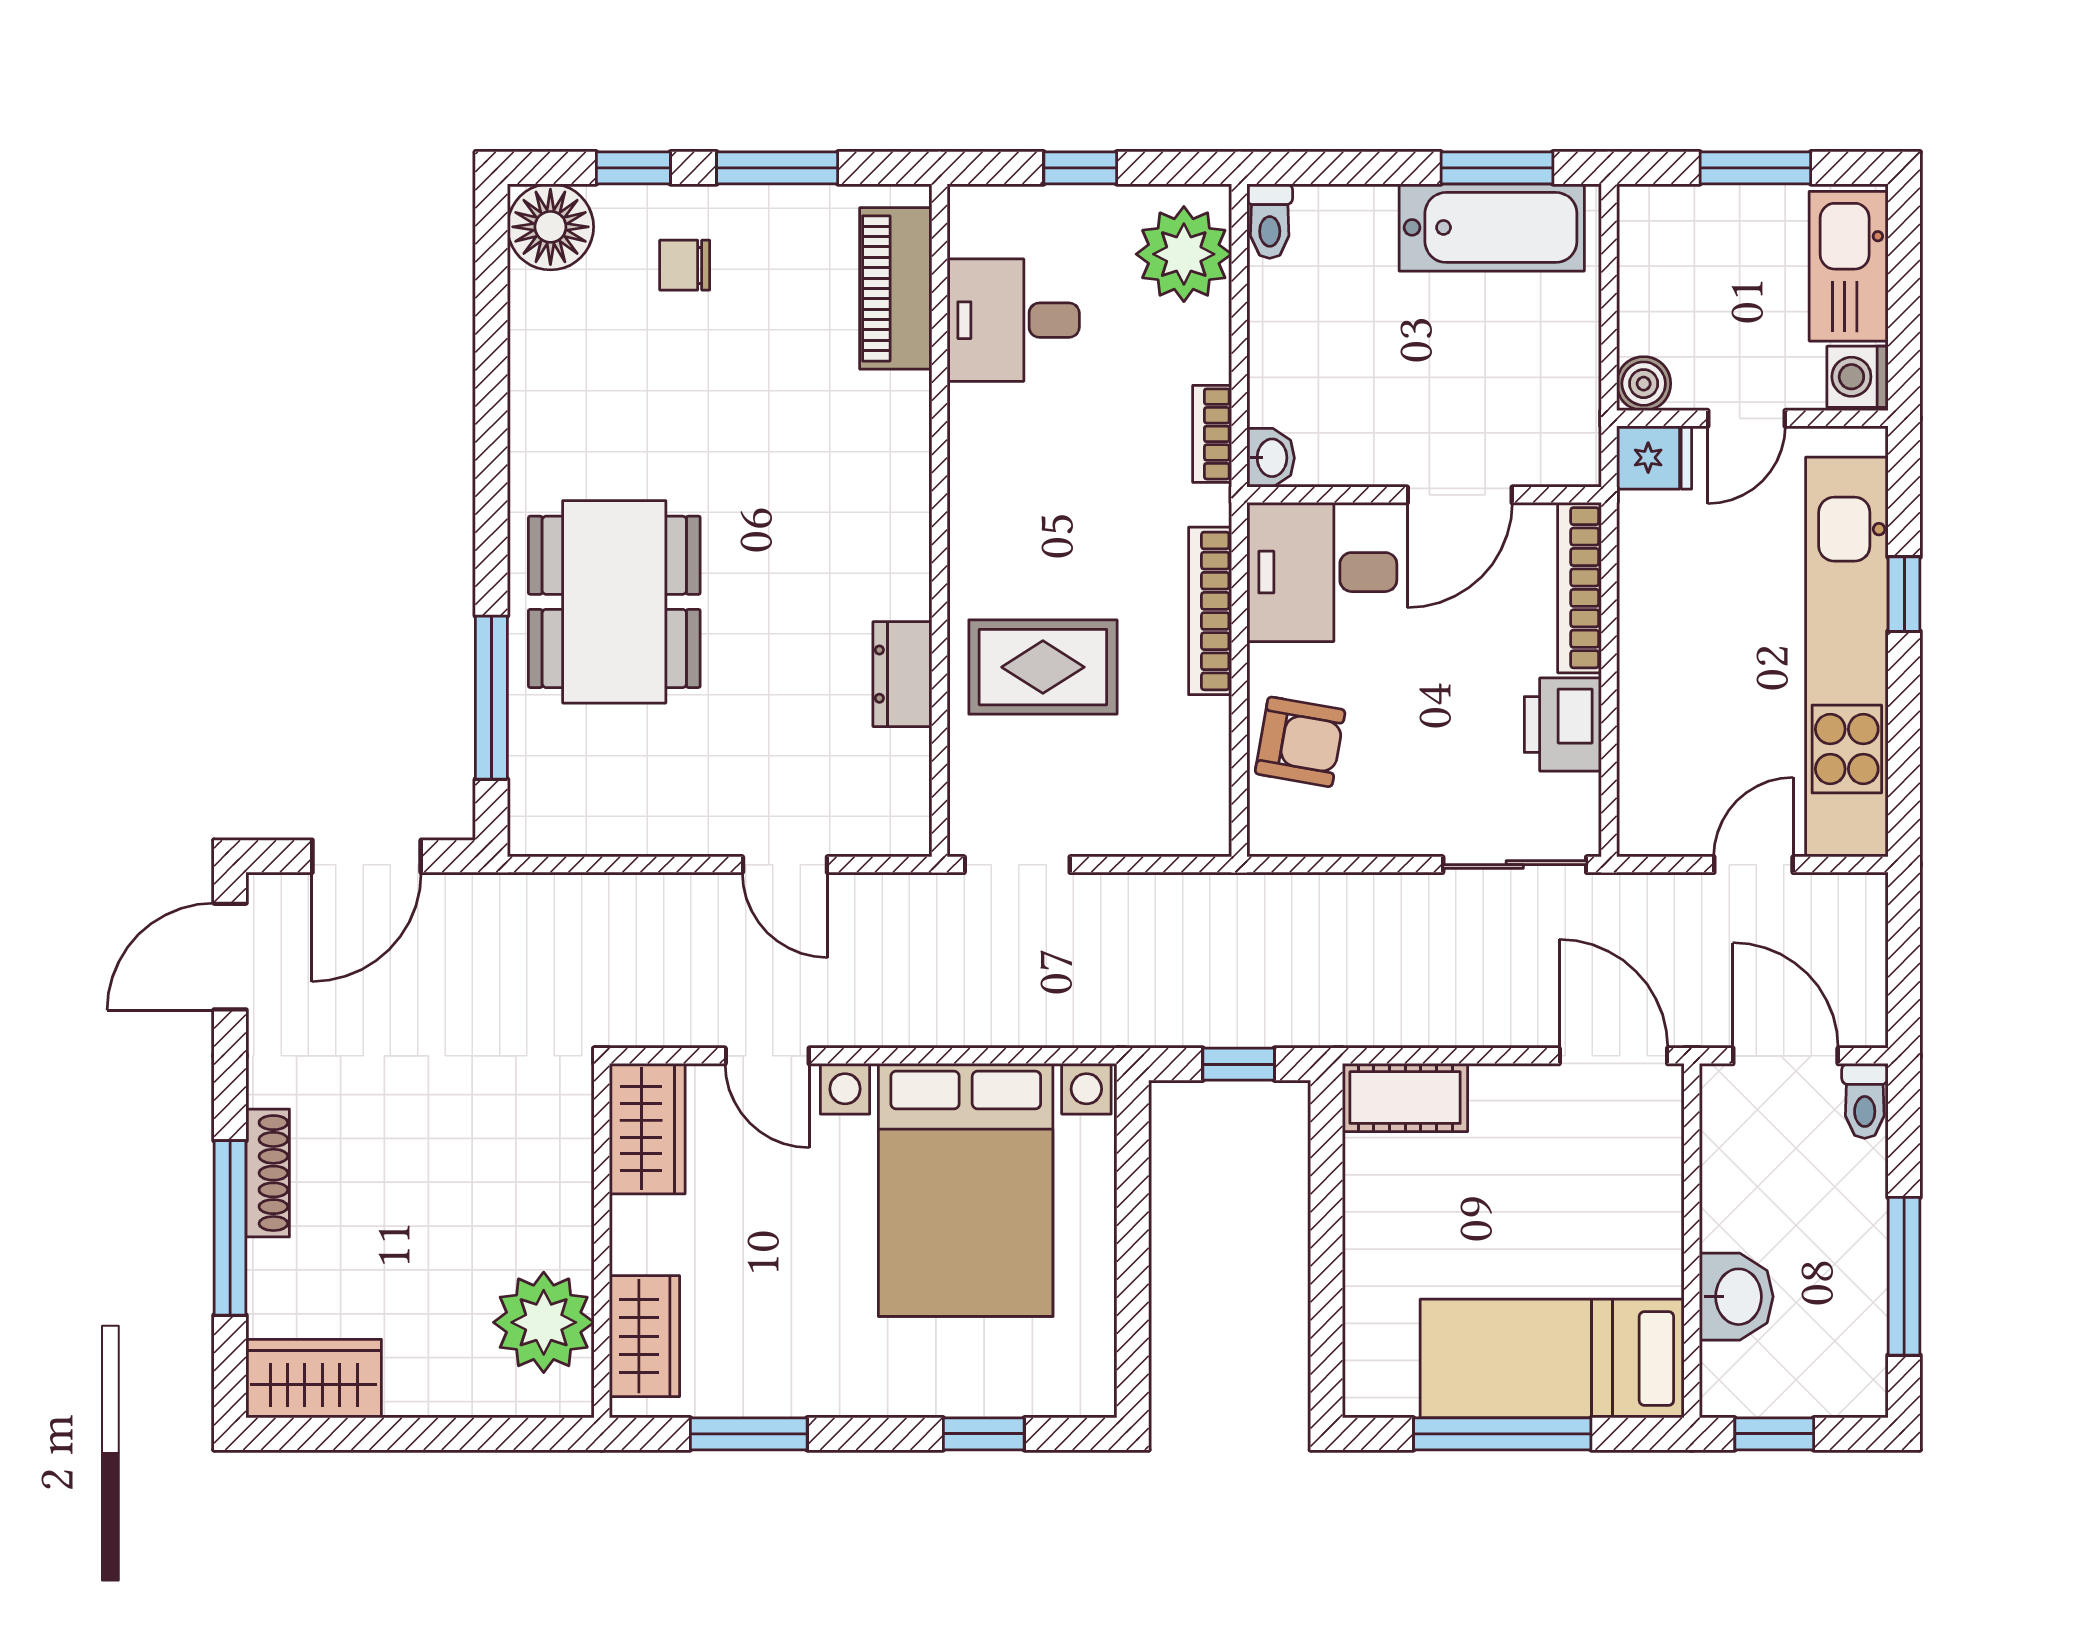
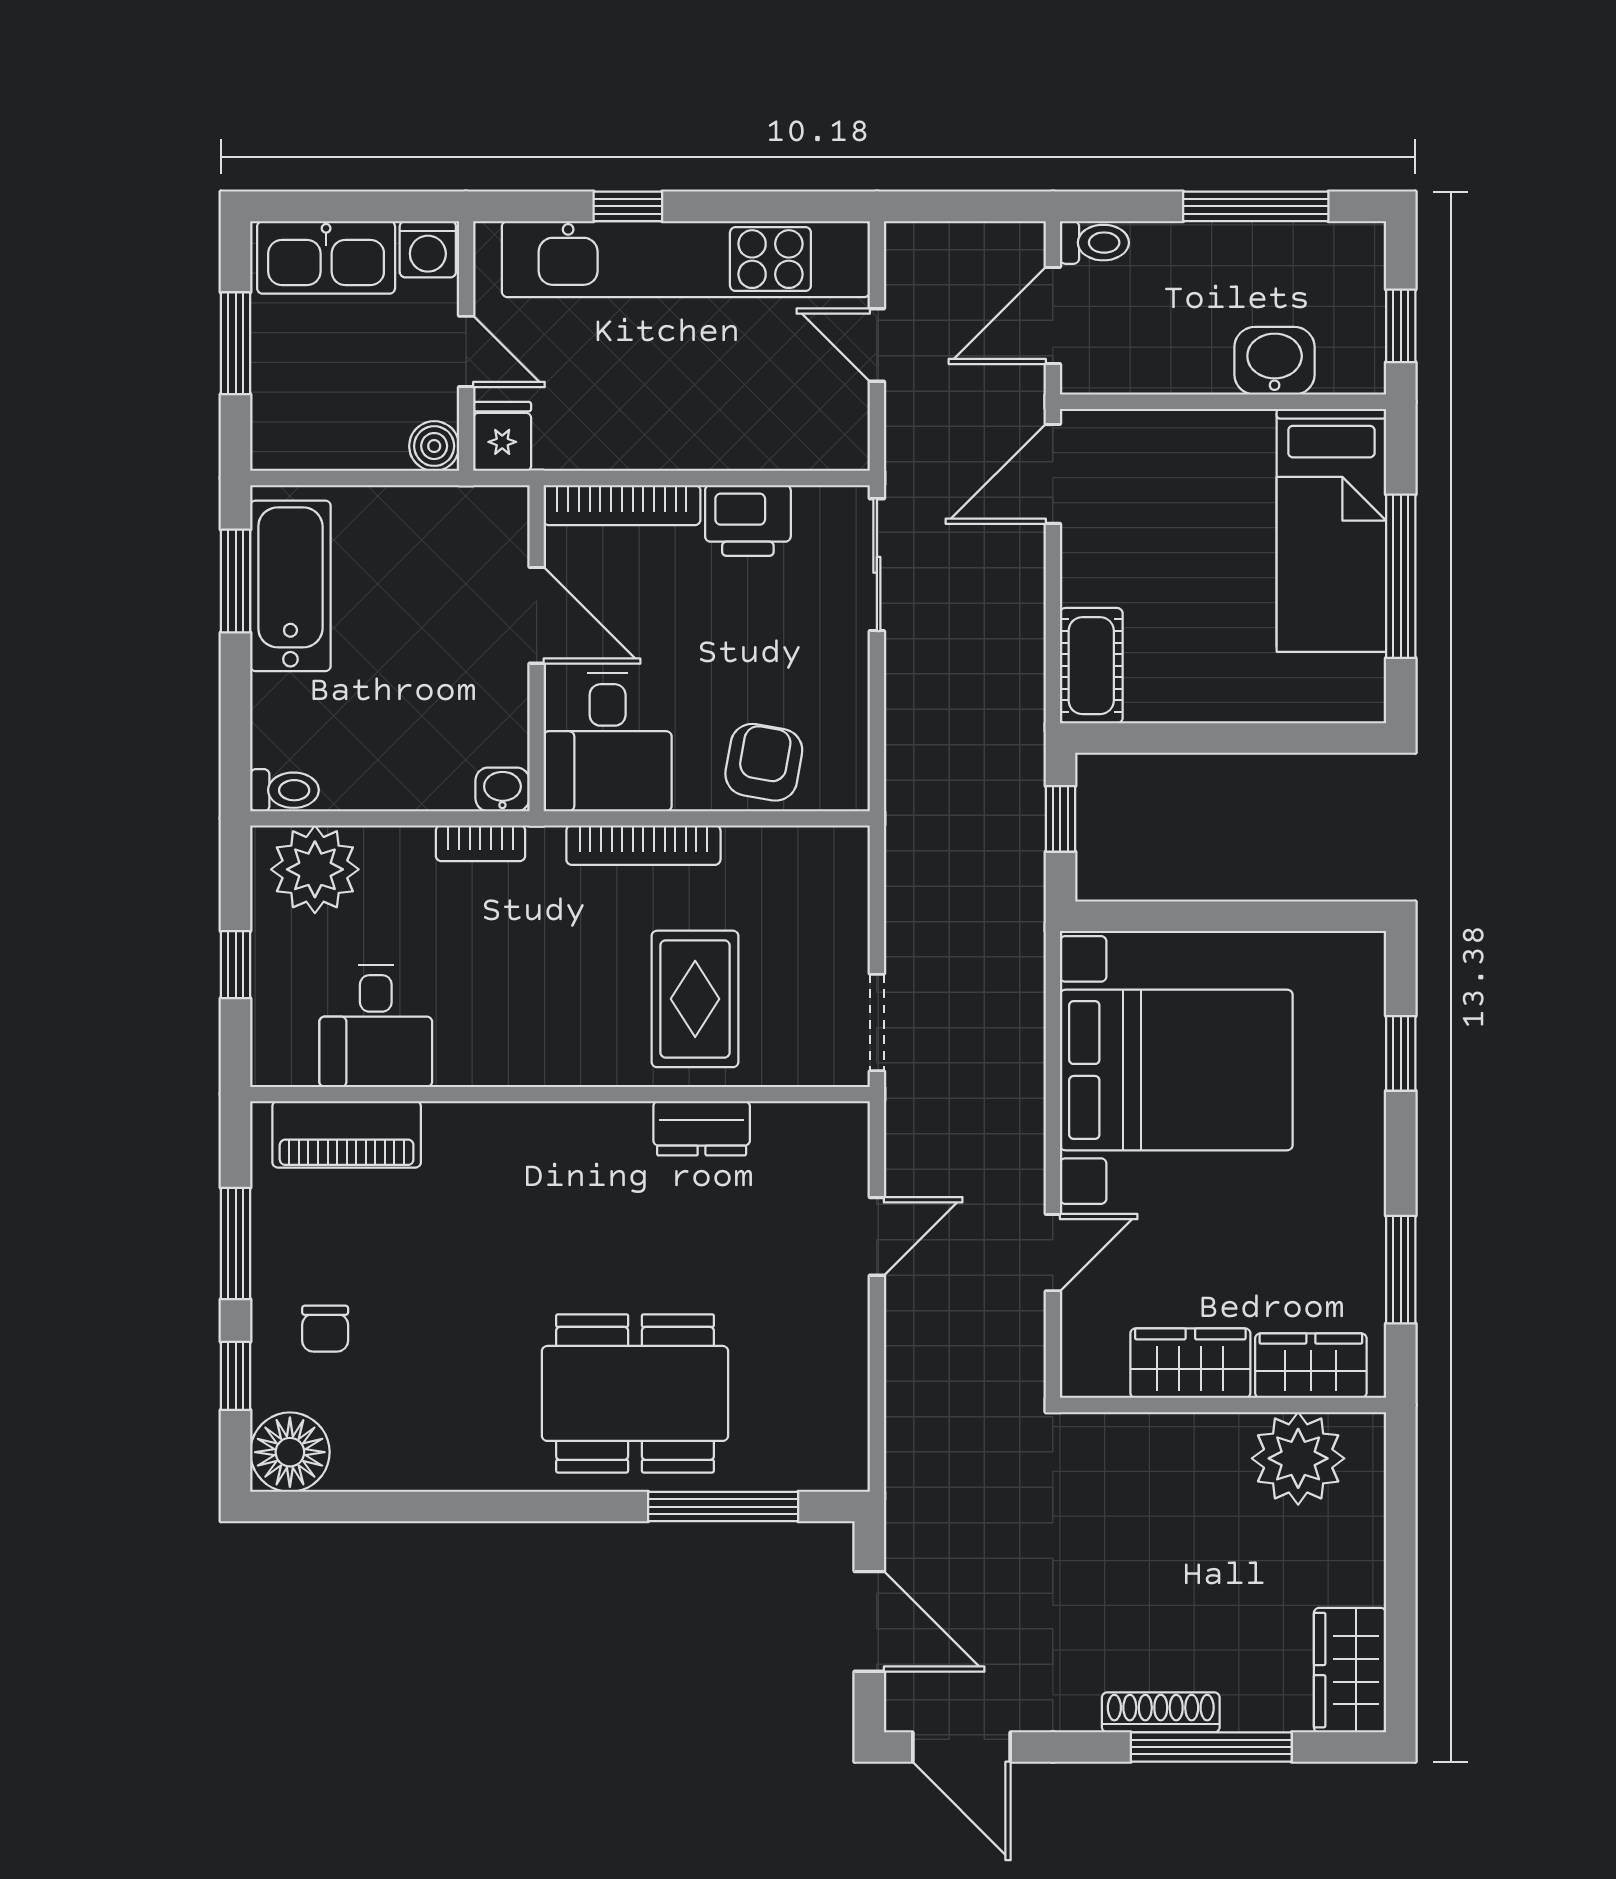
wardrobe: (647, 1129) -> (1190, 1363), moved

